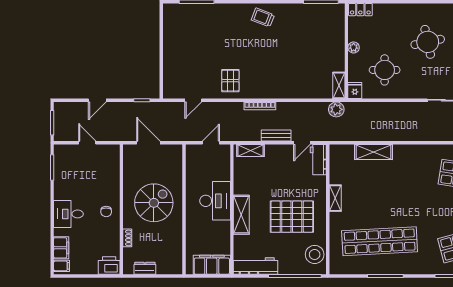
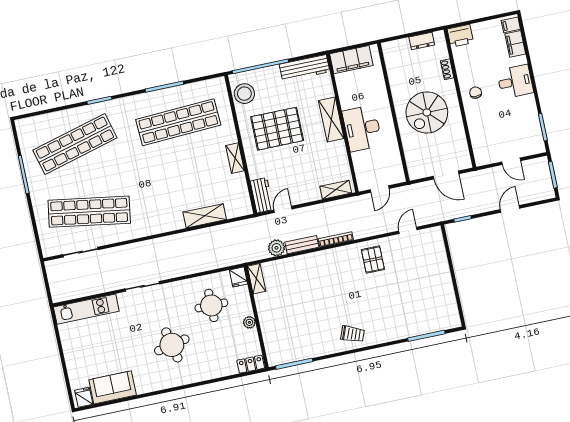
plant: (336, 109) -> (276, 248), moved
bench: (276, 136) -> (302, 245), moved

